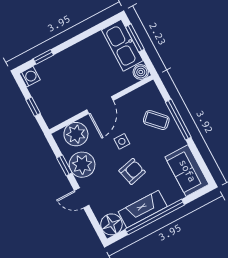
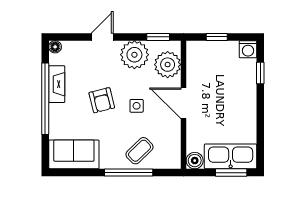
window: (64, 165) -> (158, 37), moved
fireplace: (143, 209) -> (57, 84), width x0.73, depth x0.76
floor lamp: (111, 224) -> (55, 47), width x0.53, depth x0.53

